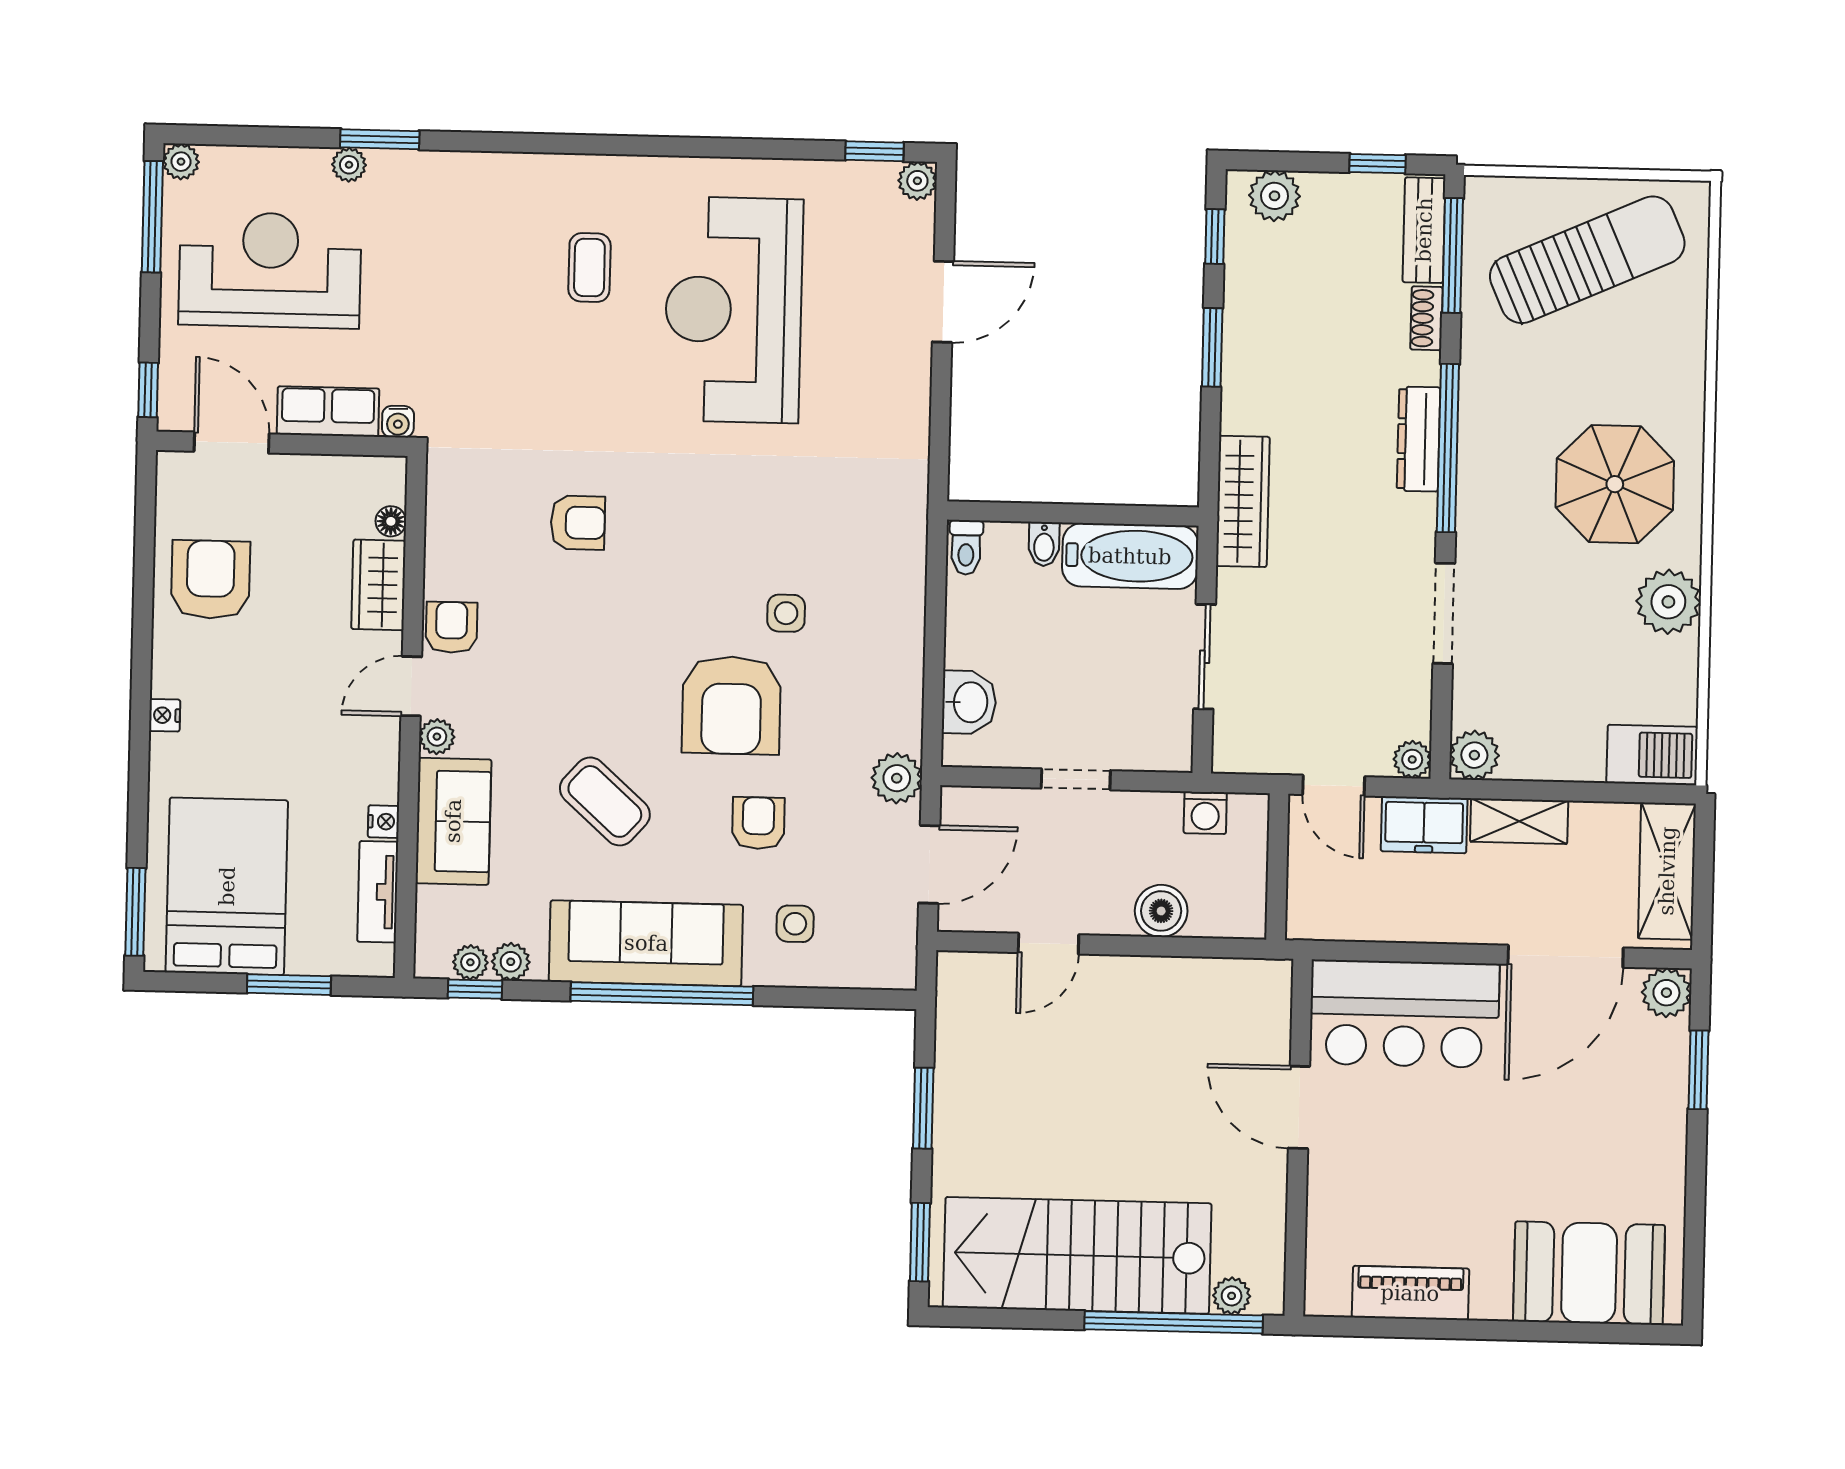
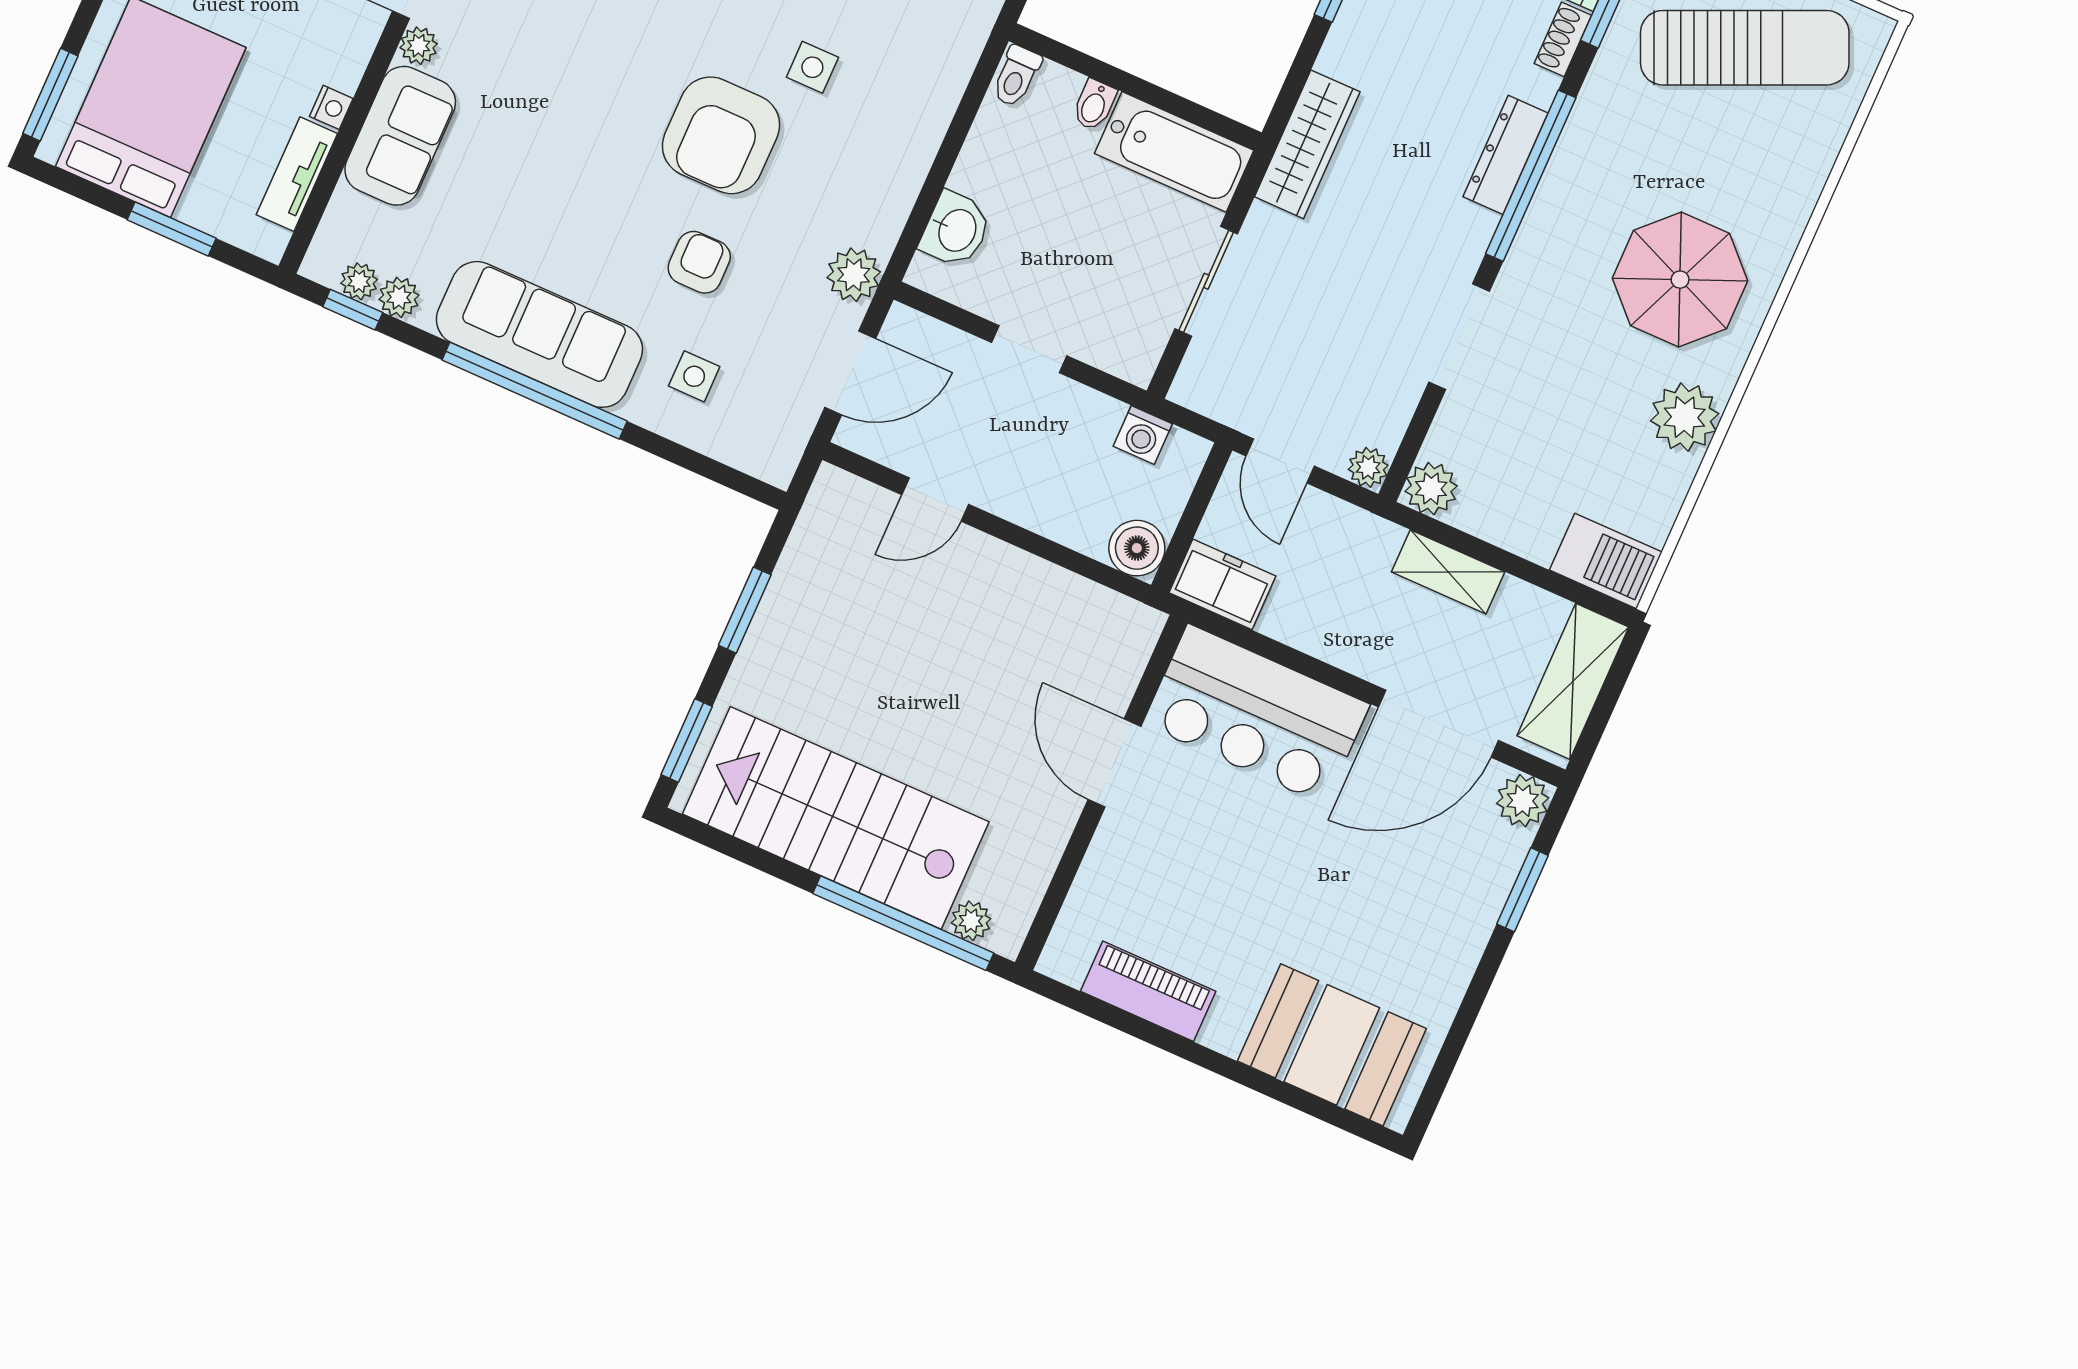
coffee table: (605, 801) -> (557, 178), removed
freezer: (1424, 825) -> (1222, 584), moved, turned 180
boiler: (1161, 911) -> (1137, 548), moved

